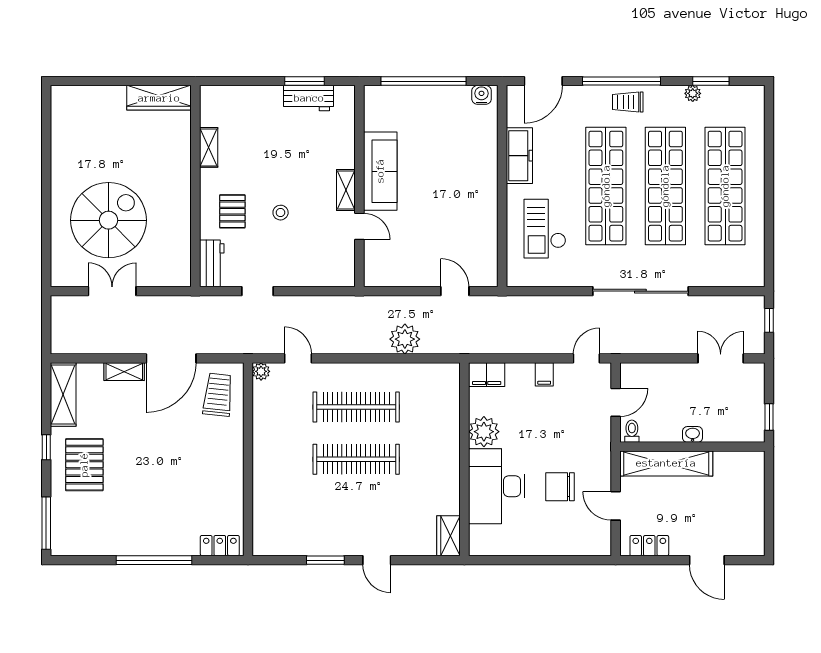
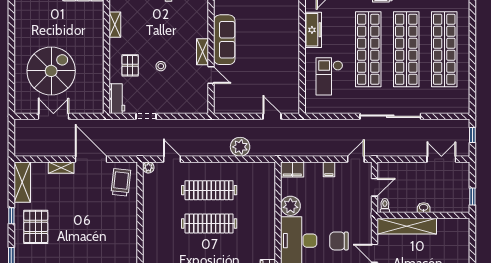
door: (171, 358) -> (91, 159), swing flipped

